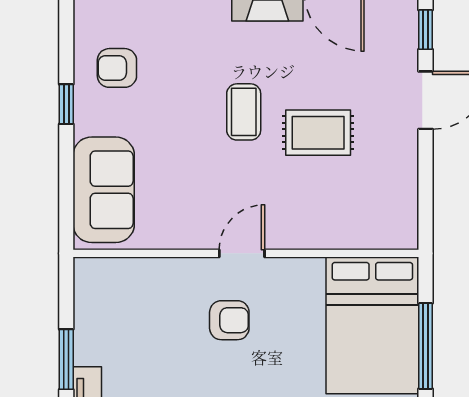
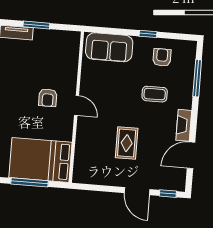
coffee table: (244, 112) -> (155, 94), moved

